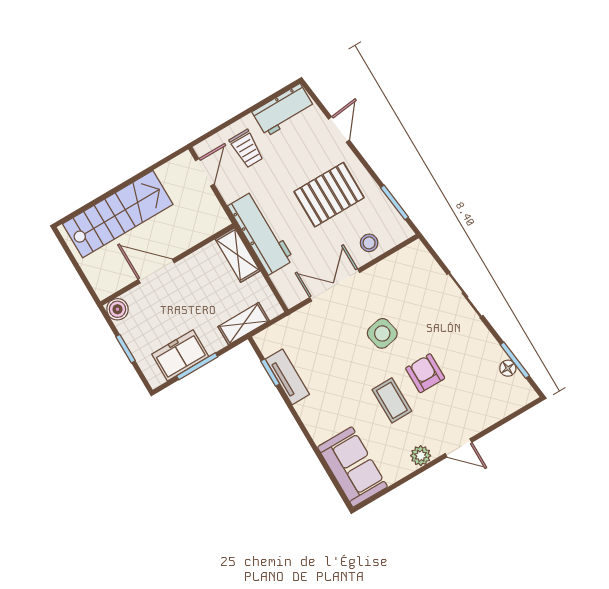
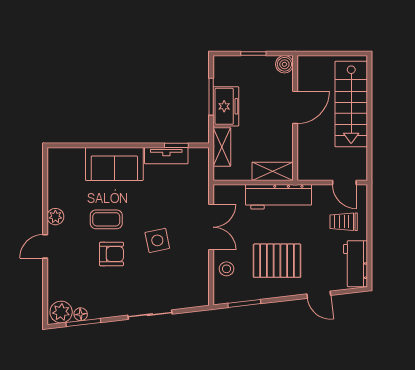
pallet: (329, 195) -> (277, 261), turned 90
freezer: (180, 355) -> (226, 106), moved
plant: (518, 390) -> (61, 312), added
sofa: (352, 467) -> (114, 164), moved

